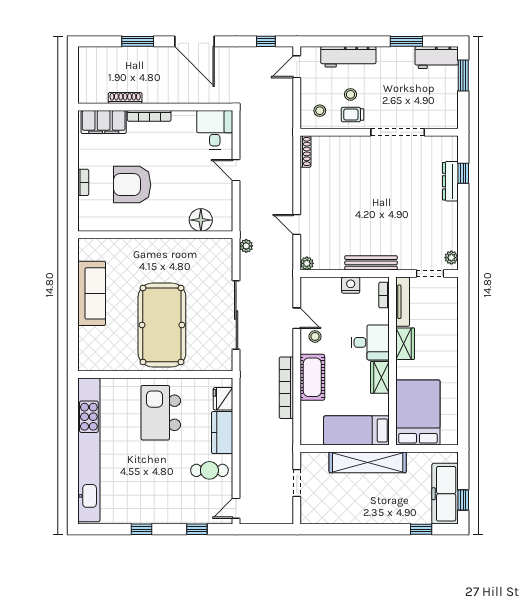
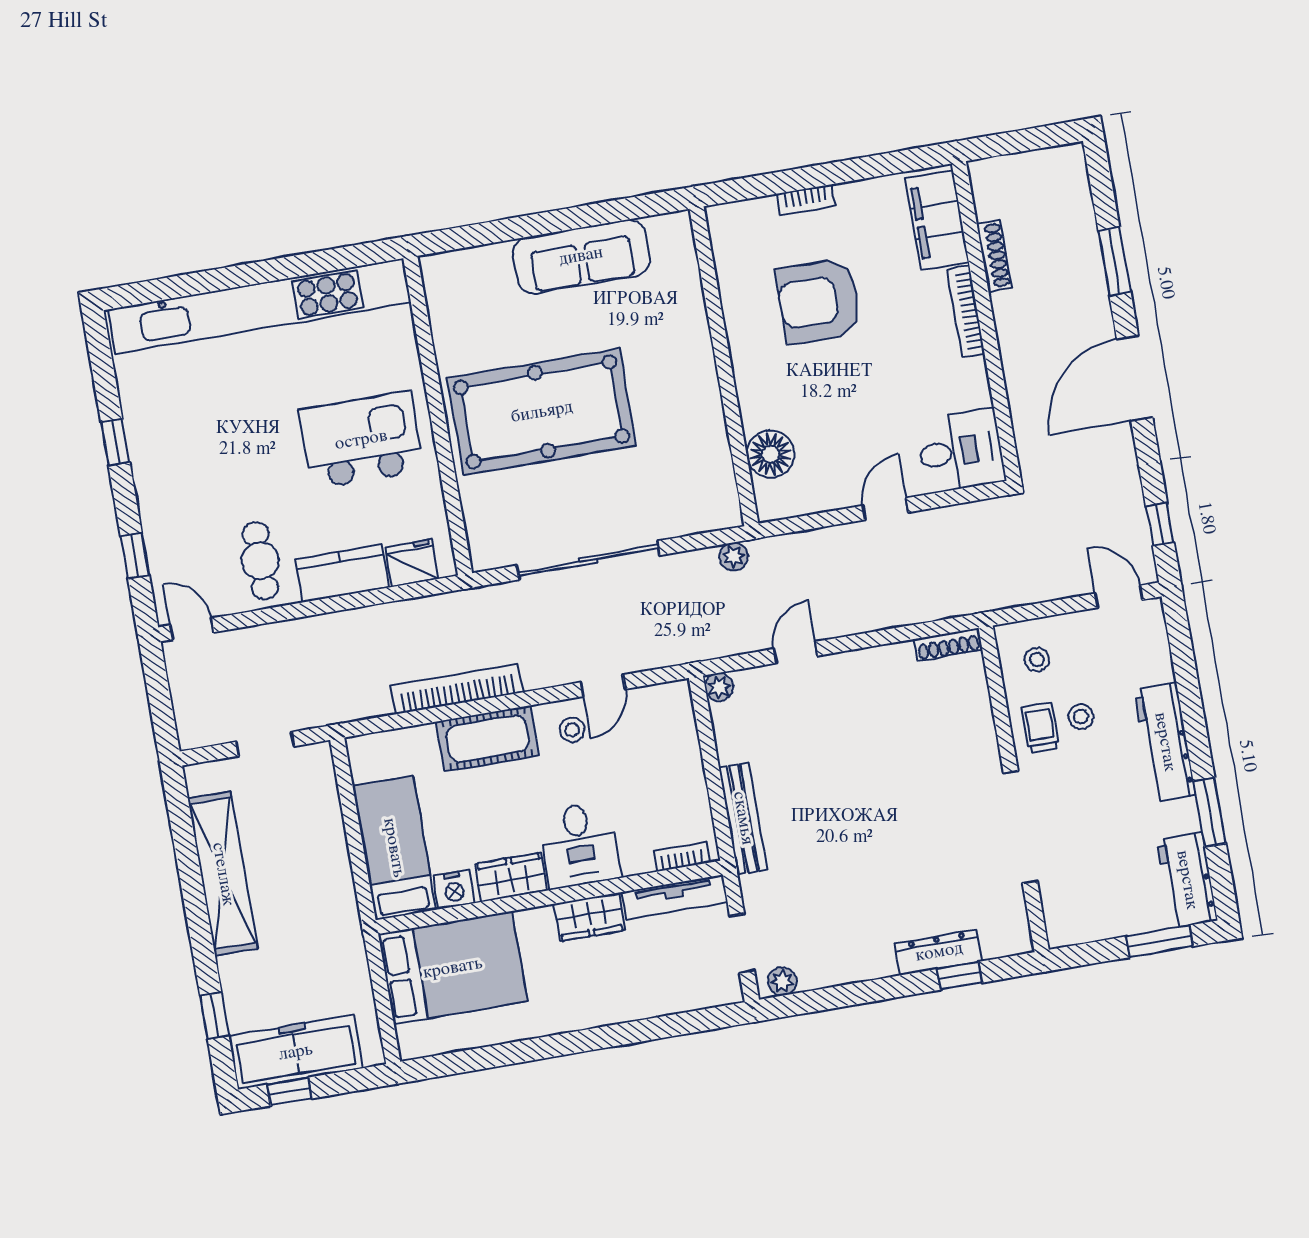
workbench: (348, 57) -> (1165, 742), moved
armchair: (132, 185) -> (819, 301), turned -90
nightstand: (351, 285) -> (454, 889), moved, turned 90
shelving: (368, 462) -> (223, 874), moved

